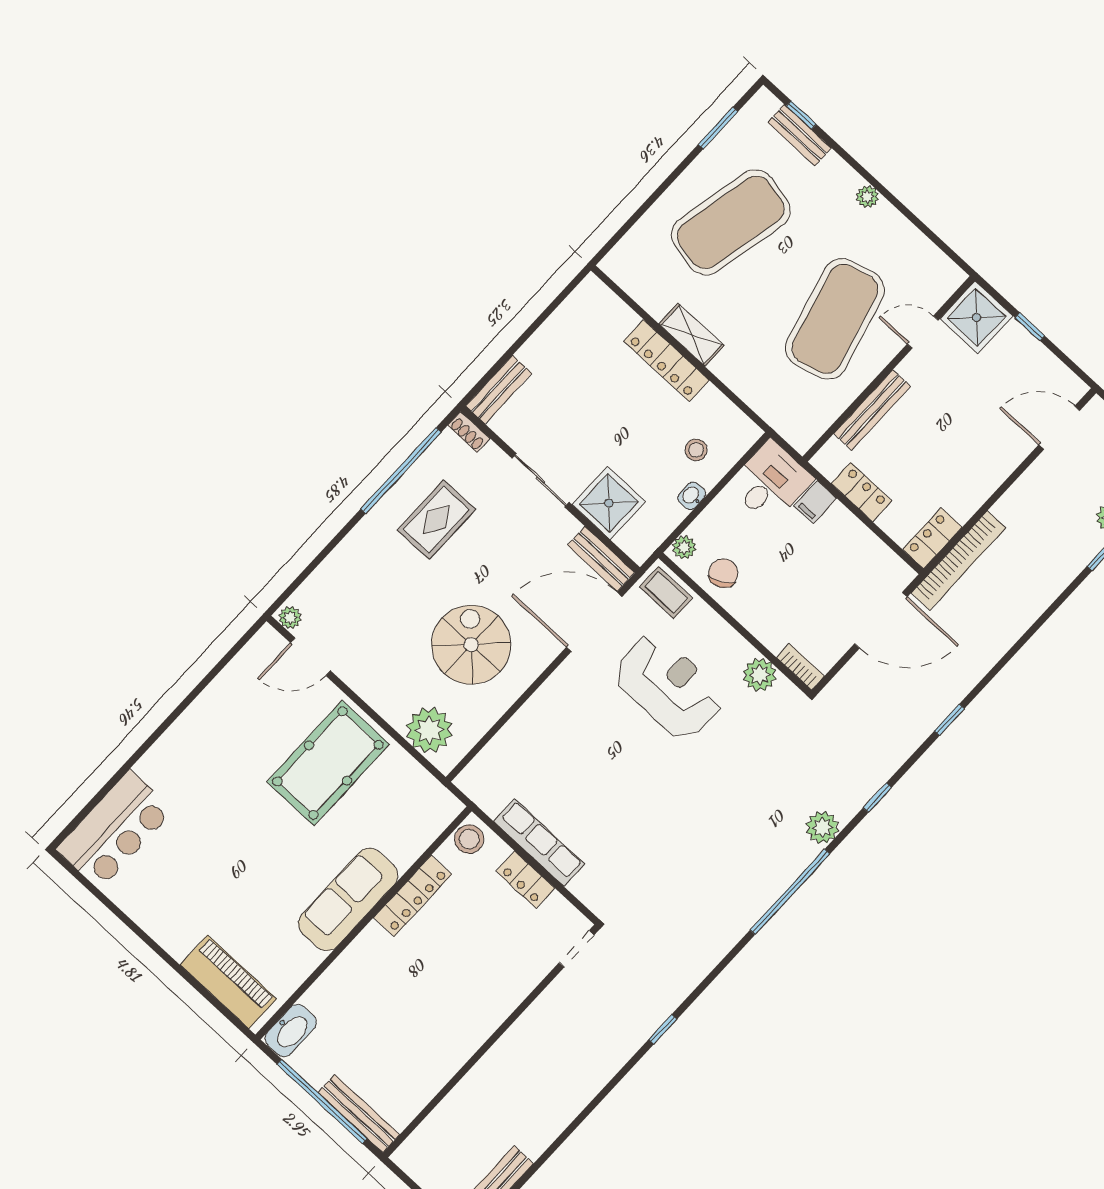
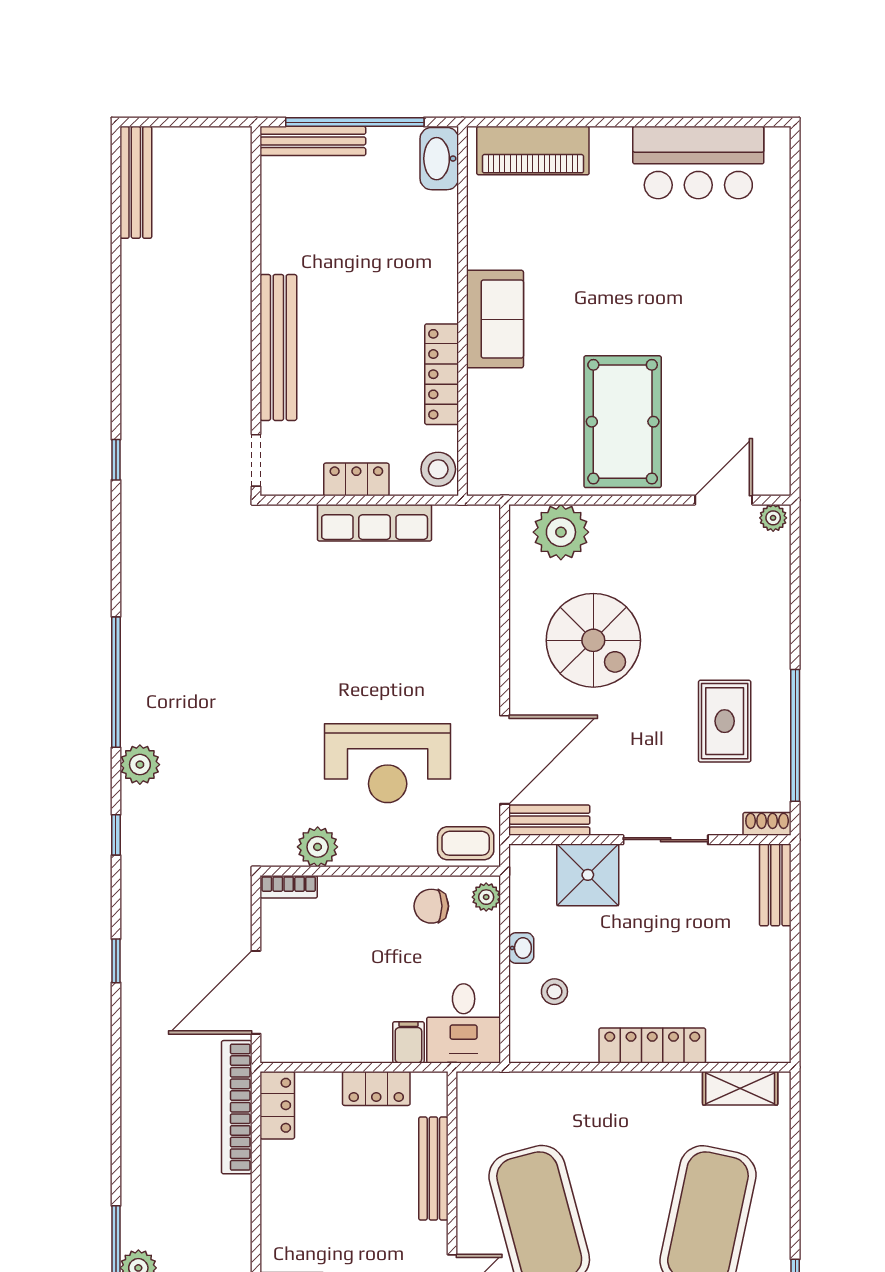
shelving: (691, 335) -> (740, 1088), moved
chair: (723, 573) -> (431, 906), turned 119
bar counter: (115, 830) -> (698, 163), moved, turned -90
sofa: (348, 899) -> (495, 319), width x0.73
bench: (498, 1006) -> (278, 347), added

